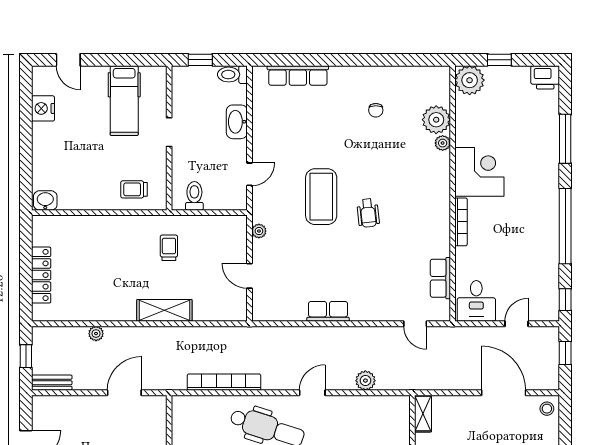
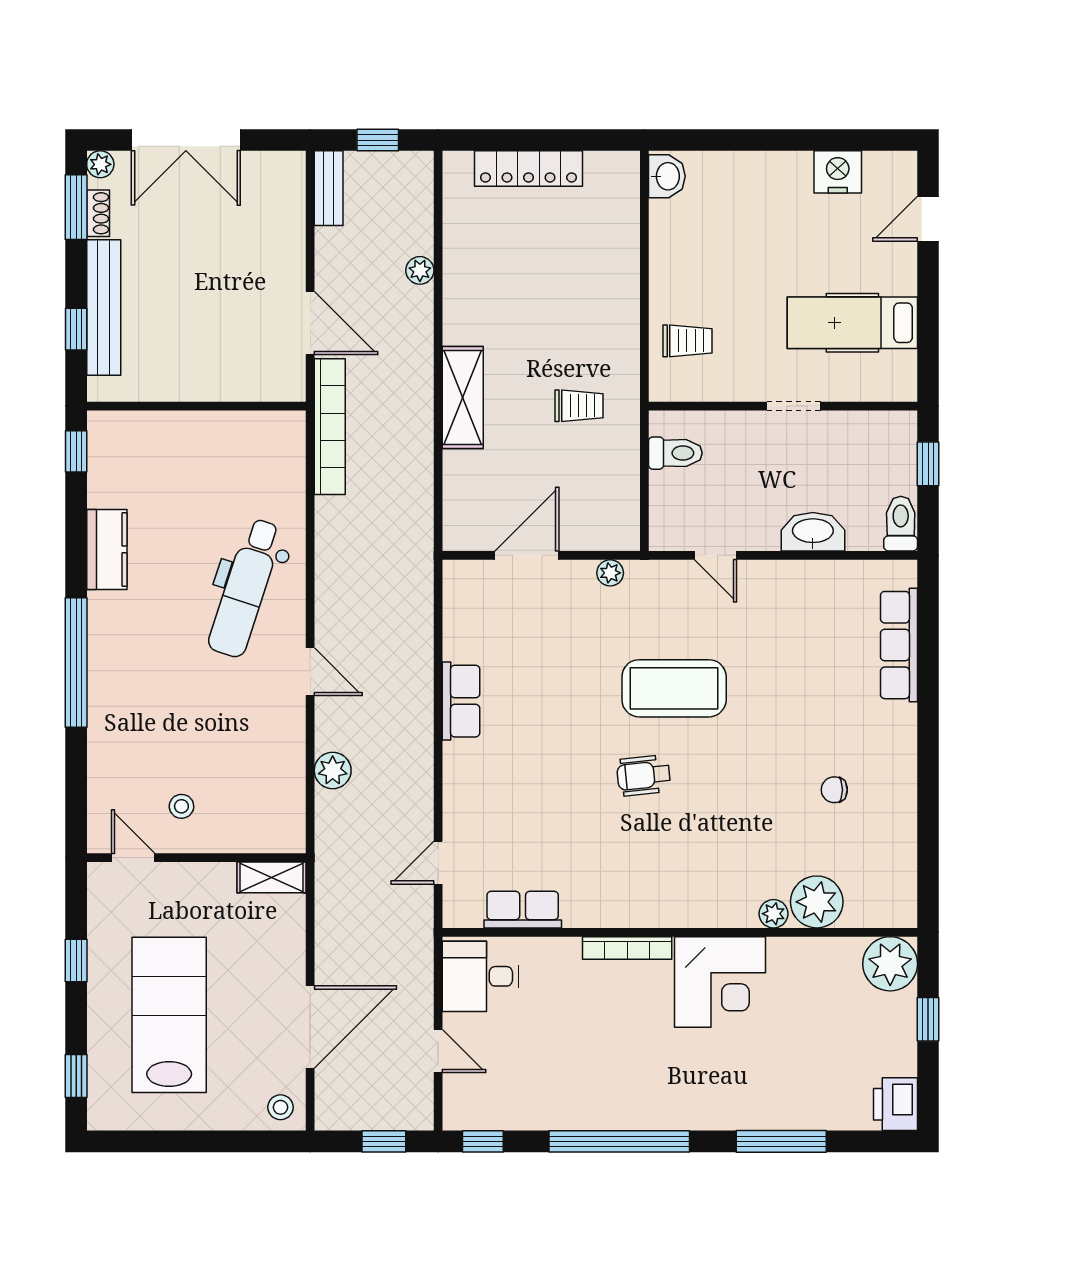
trolley: (134, 189) -> (687, 341), turned 90
door: (250, 276) -> (527, 555), width x1.38
bookcase: (224, 382) -> (330, 427), moved

